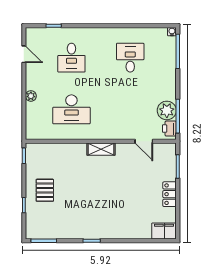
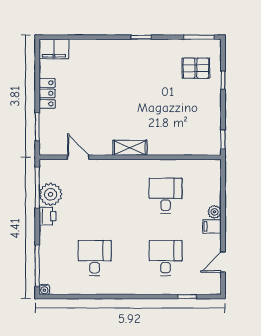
door: (24, 54) -> (223, 262), hinge flipped
desk: (130, 58) -> (95, 258), turned 180
filing cabinet: (33, 84) -> (212, 226), added
desk: (71, 109) -> (166, 196), width x0.73
printer: (169, 129) -> (47, 216), moved
pallet: (45, 190) -> (196, 68), moved, turned 90

